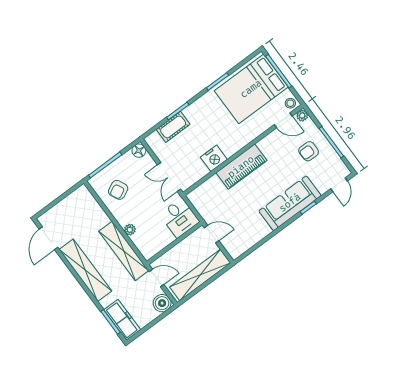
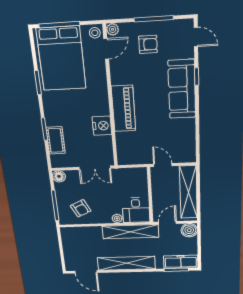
armchair: (309, 151) -> (148, 44), turned -90
desk: (179, 218) -> (136, 210), moved, turned 90
door: (212, 234) -> (163, 165), hinge flipped

